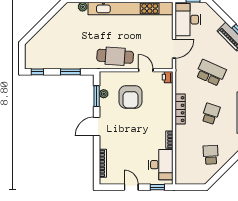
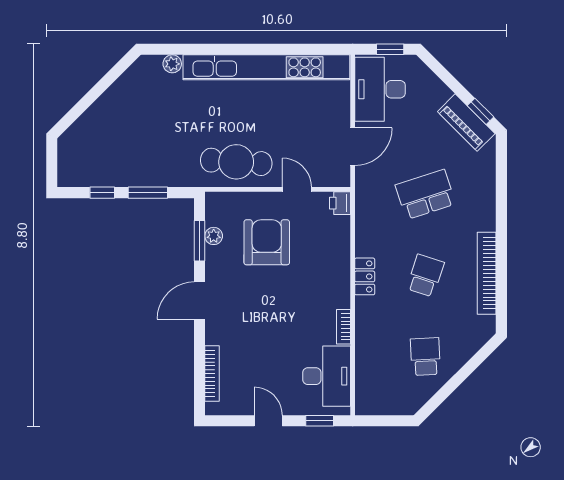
window: (37, 72) -> (102, 193), moved
school desk: (211, 73) -> (425, 194), turned -42
armchair: (130, 97) -> (267, 242), turned 180
locker: (180, 109) -> (365, 276), width x0.66

